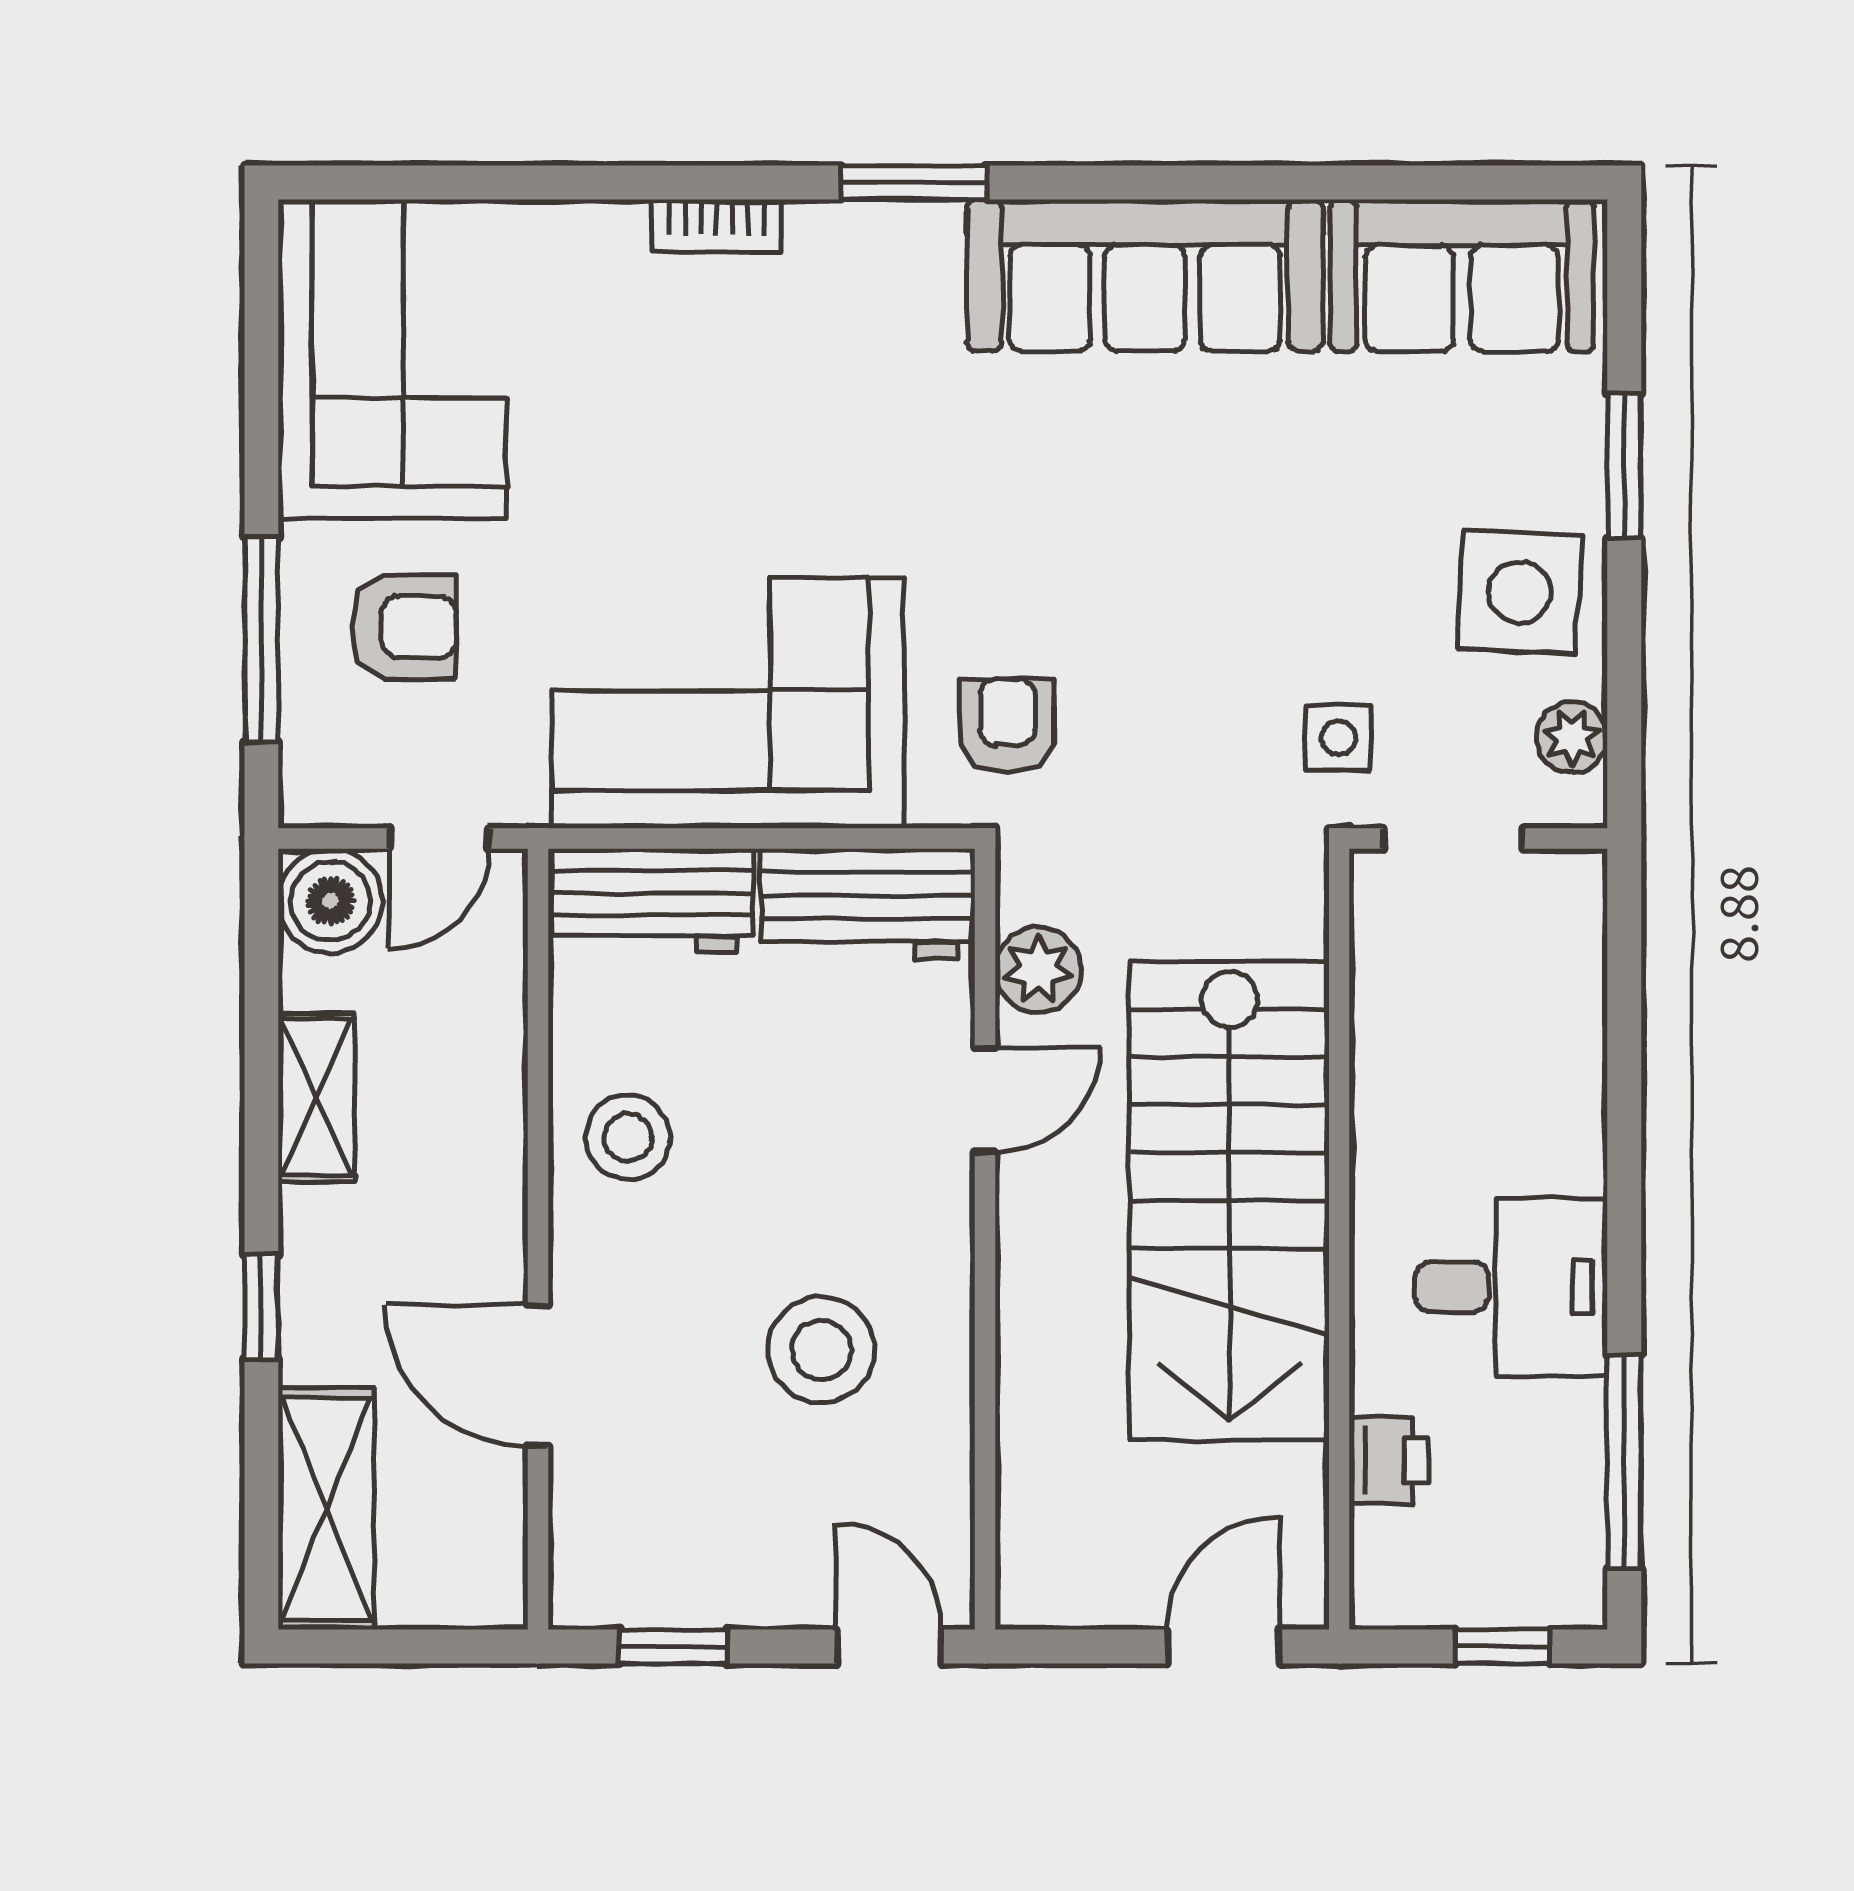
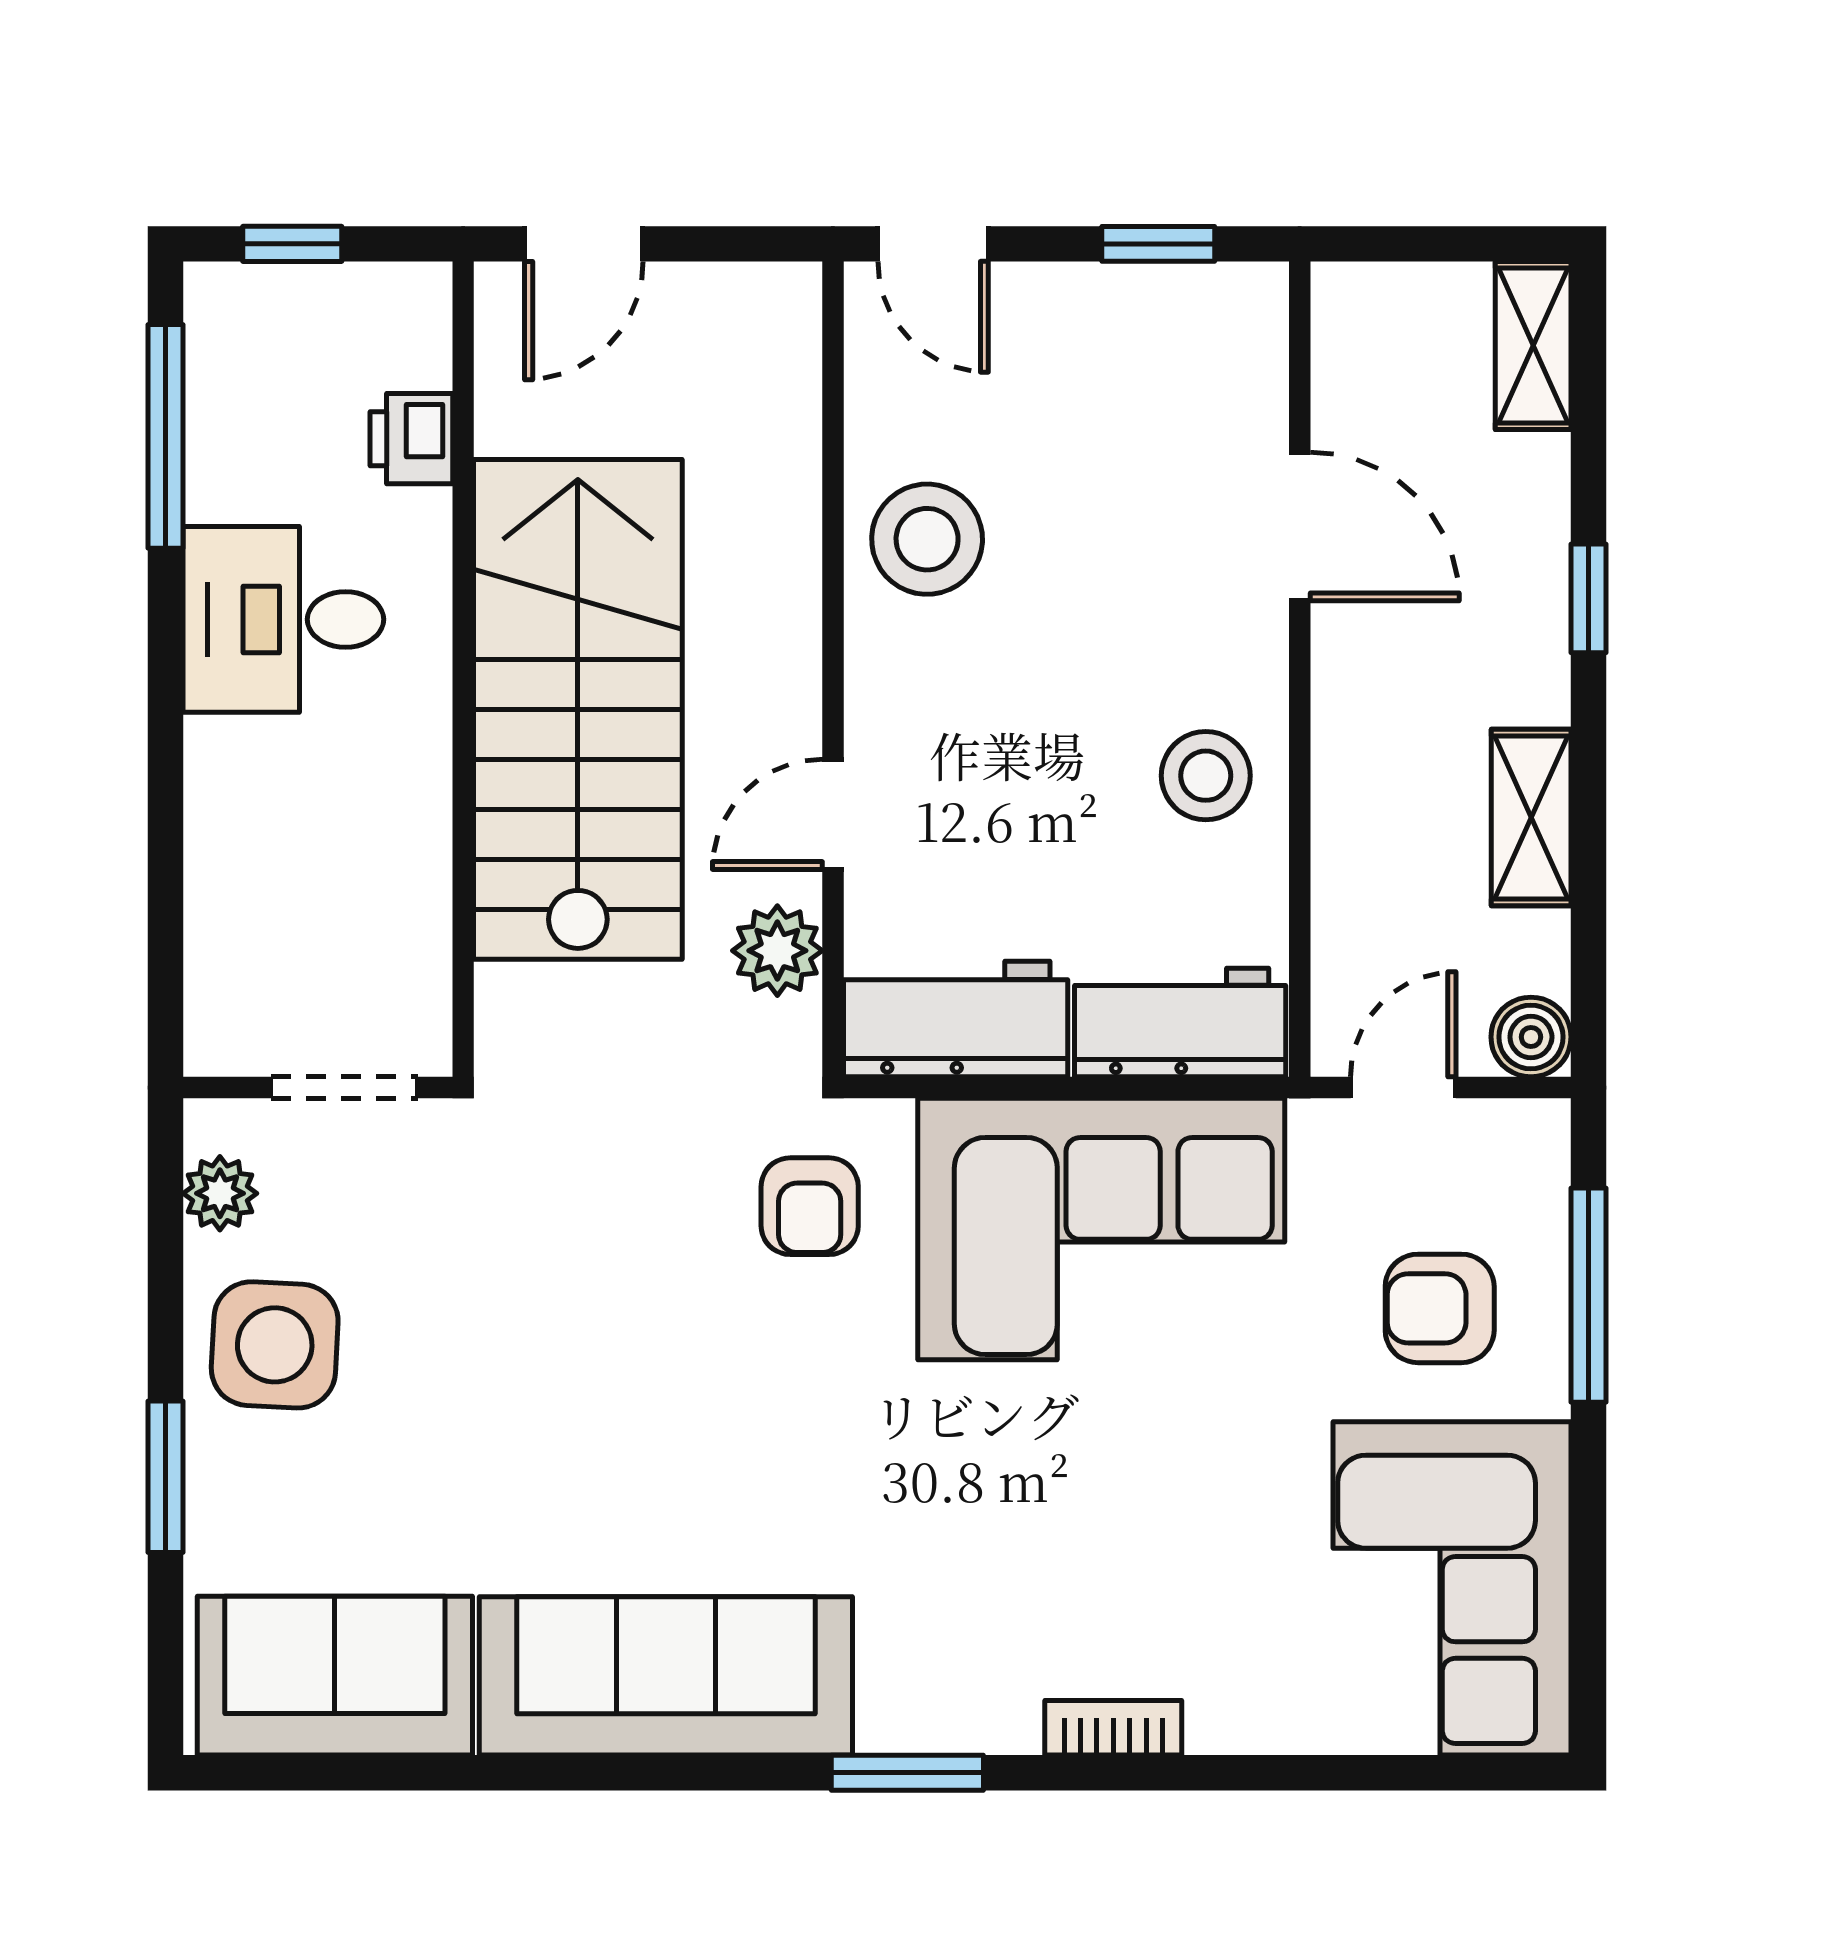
side table: (1338, 738) -> (464, 1193), removed
boiler: (330, 901) -> (1531, 1037), width x0.73, depth x0.73
stool: (821, 1350) -> (927, 539), moved
shelving: (327, 1509) -> (1533, 346), width x0.67, depth x0.75

